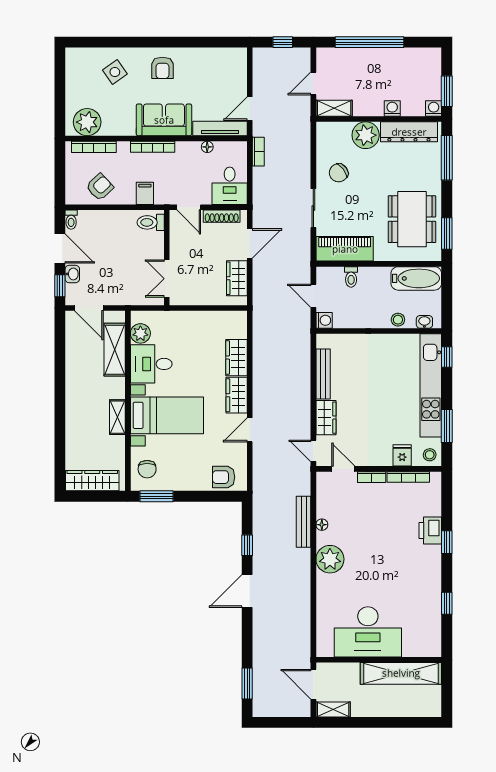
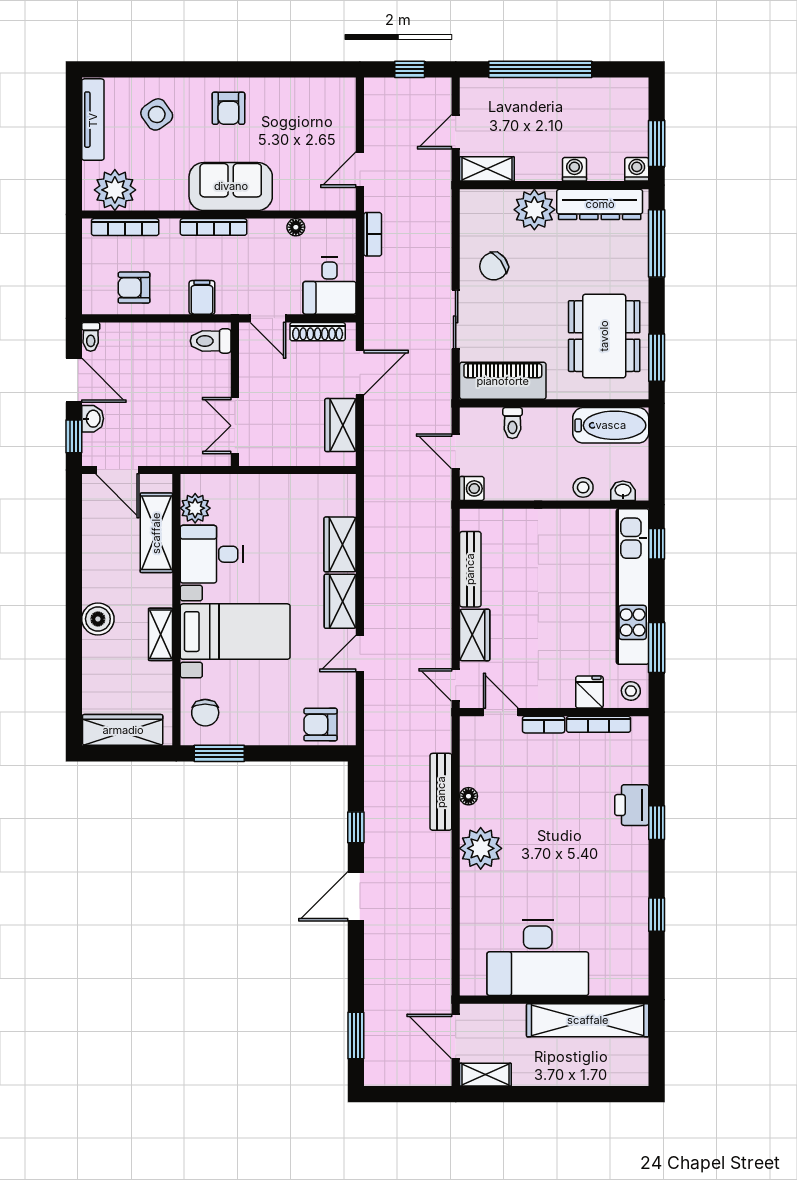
tv unit: (220, 128) -> (93, 120), moved, turned 90
armchair: (100, 187) -> (134, 288), turned -137
boiler: (76, 407) -> (98, 619), added

